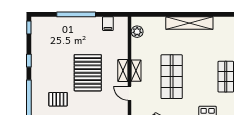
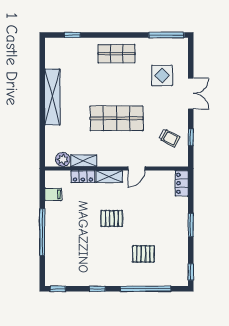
locker: (123, 49) -> (83, 177), added
shelving: (136, 71) -> (84, 161), moved
pallet: (88, 73) -> (112, 218), width x0.49, depth x0.50
pallet: (58, 99) -> (143, 254), turned 90

